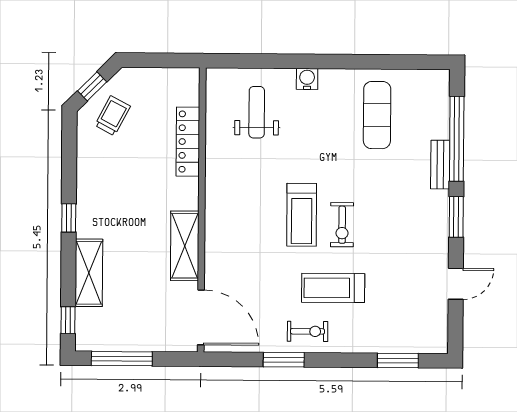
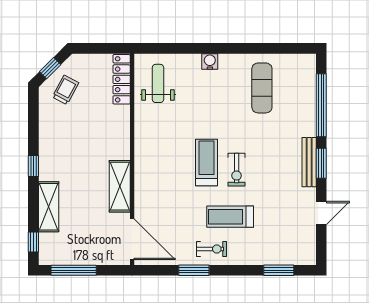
weight bench: (257, 112) -> (158, 83), moved
locker: (188, 142) -> (122, 79), moved
bench: (440, 165) -> (309, 162), moved, width x1.36
treadmill: (302, 215) -> (206, 162), turned 180

